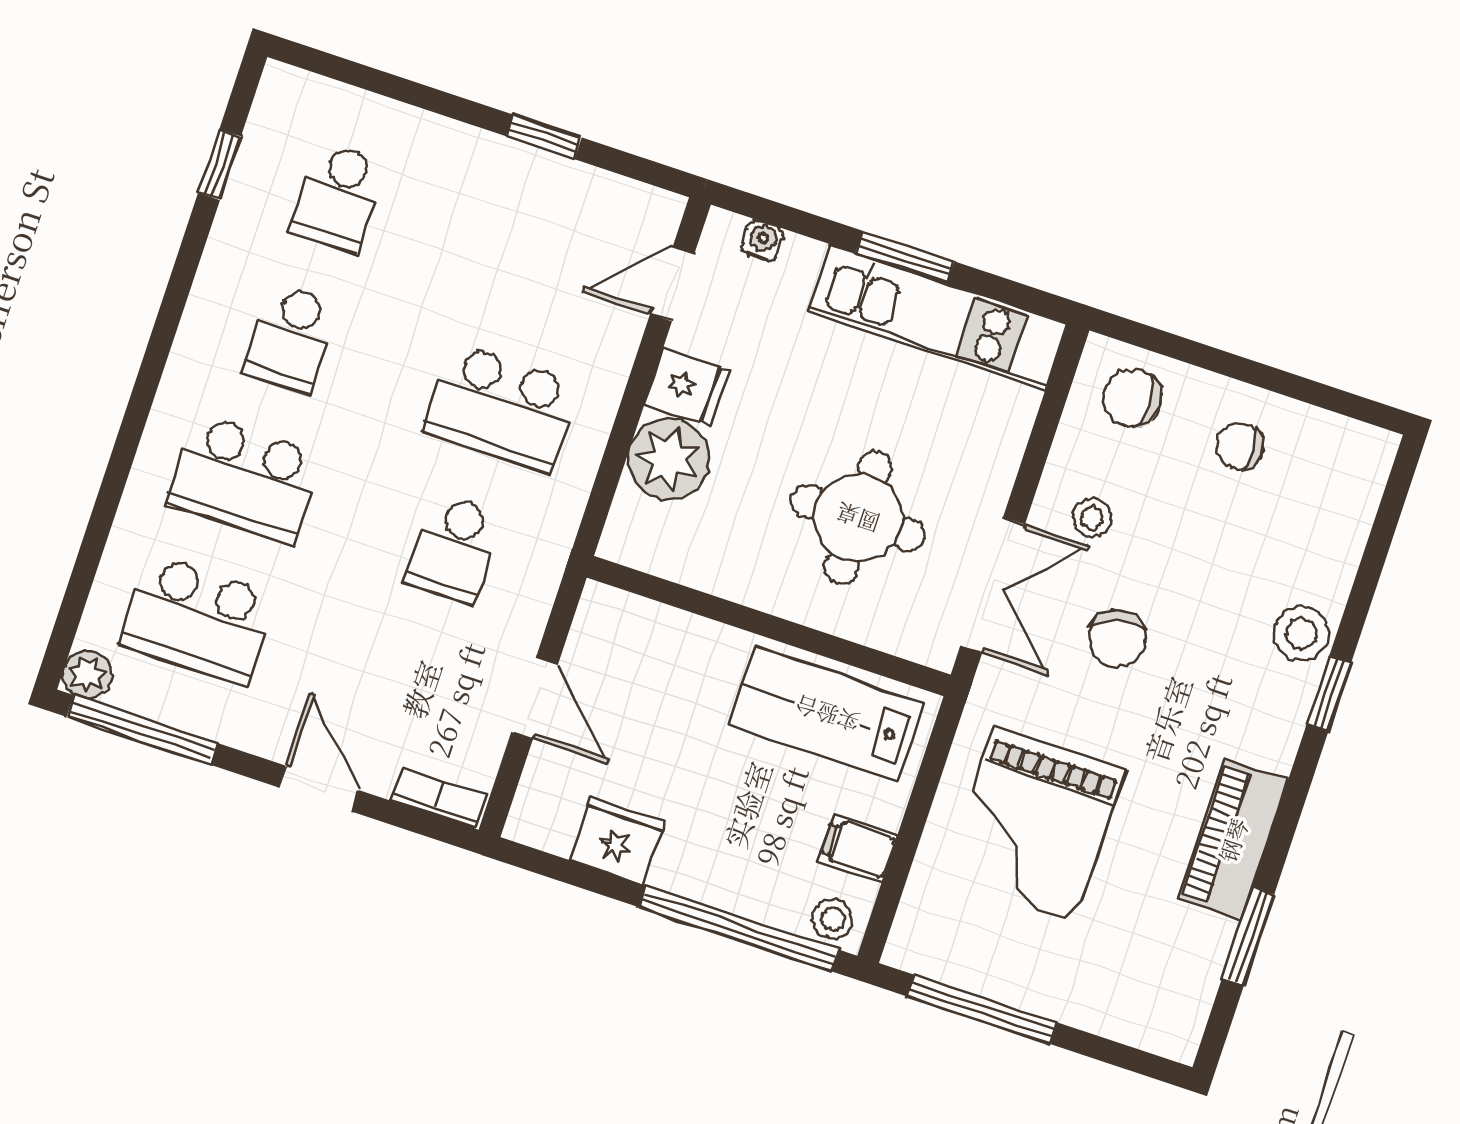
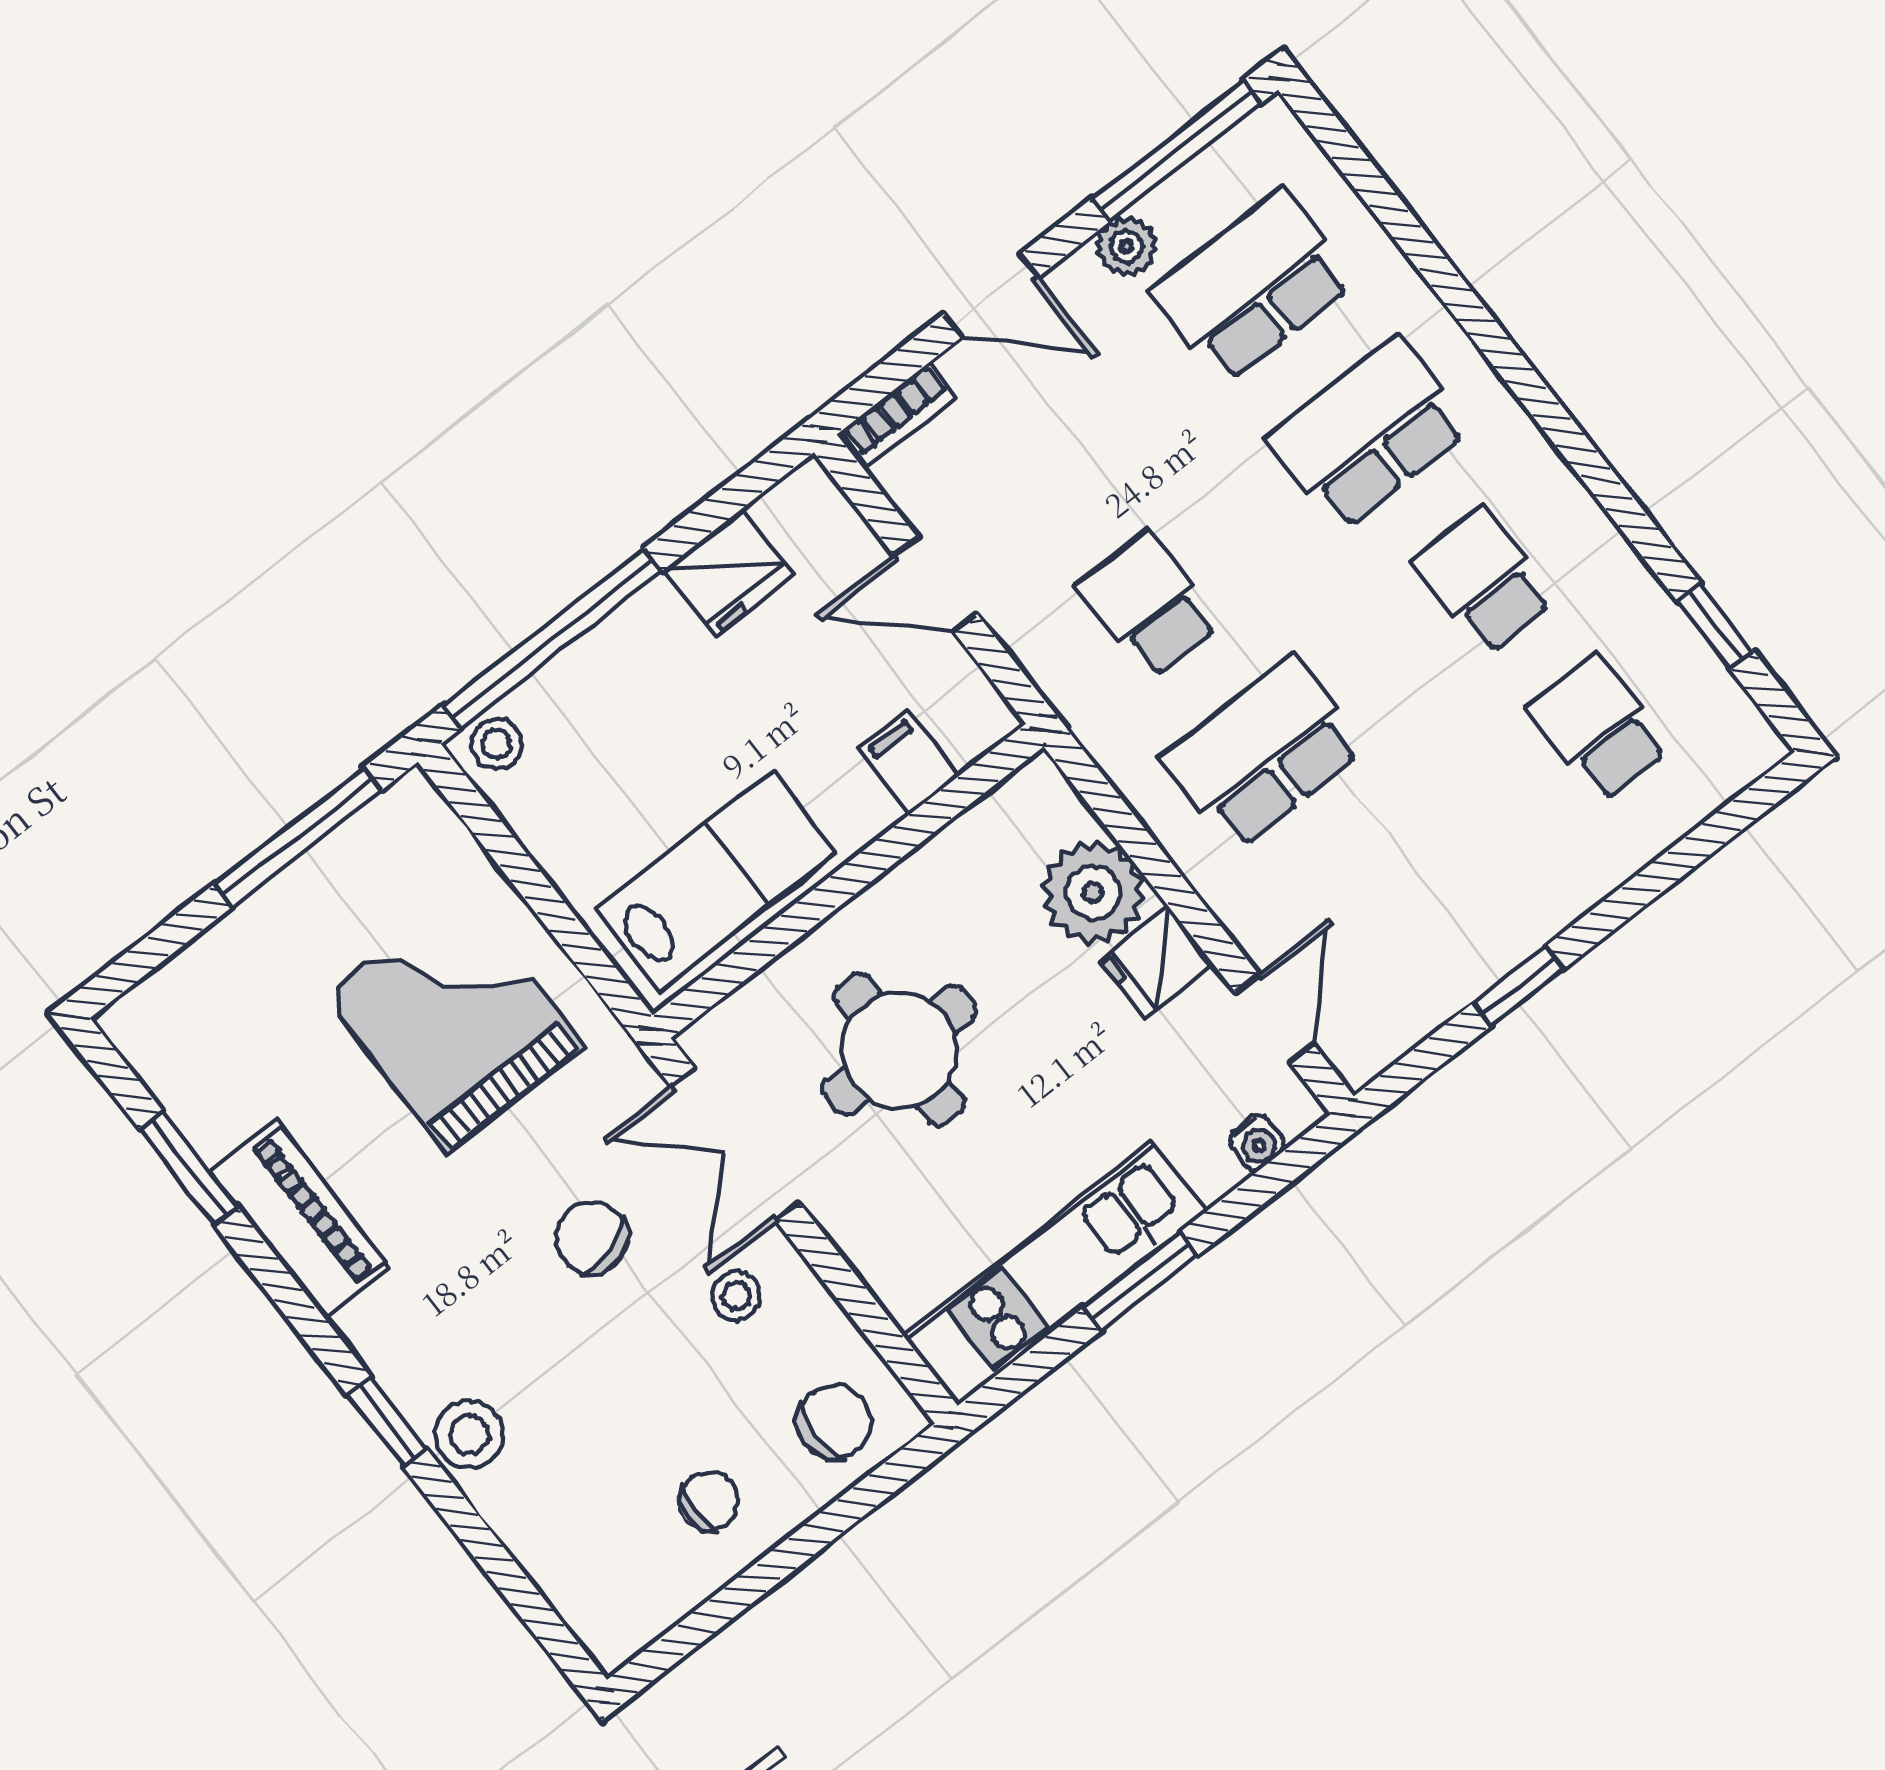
plant: (87, 674) -> (1126, 247), moved
filing cabinet: (858, 848) -> (909, 762), moved, turned -90

